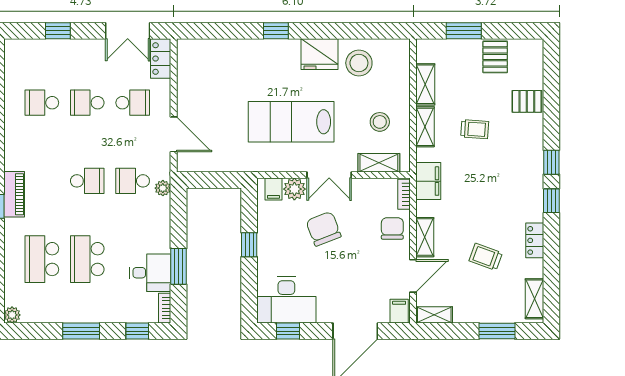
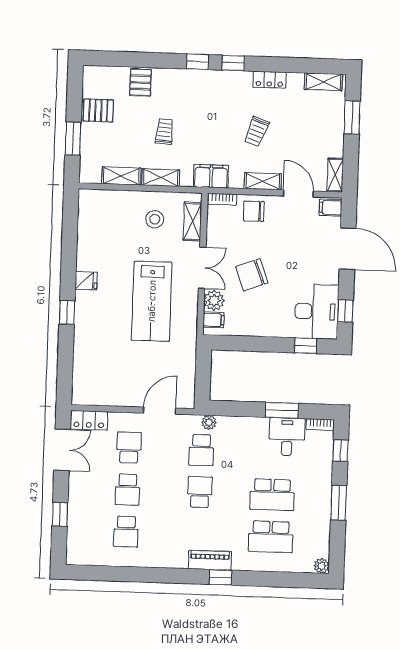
fridge: (320, 54) -> (86, 281), width x0.53, depth x0.75
stool: (359, 63) -> (99, 237), removed
window: (249, 245) -> (306, 346), moved
trolley: (486, 257) -> (257, 132), moved

